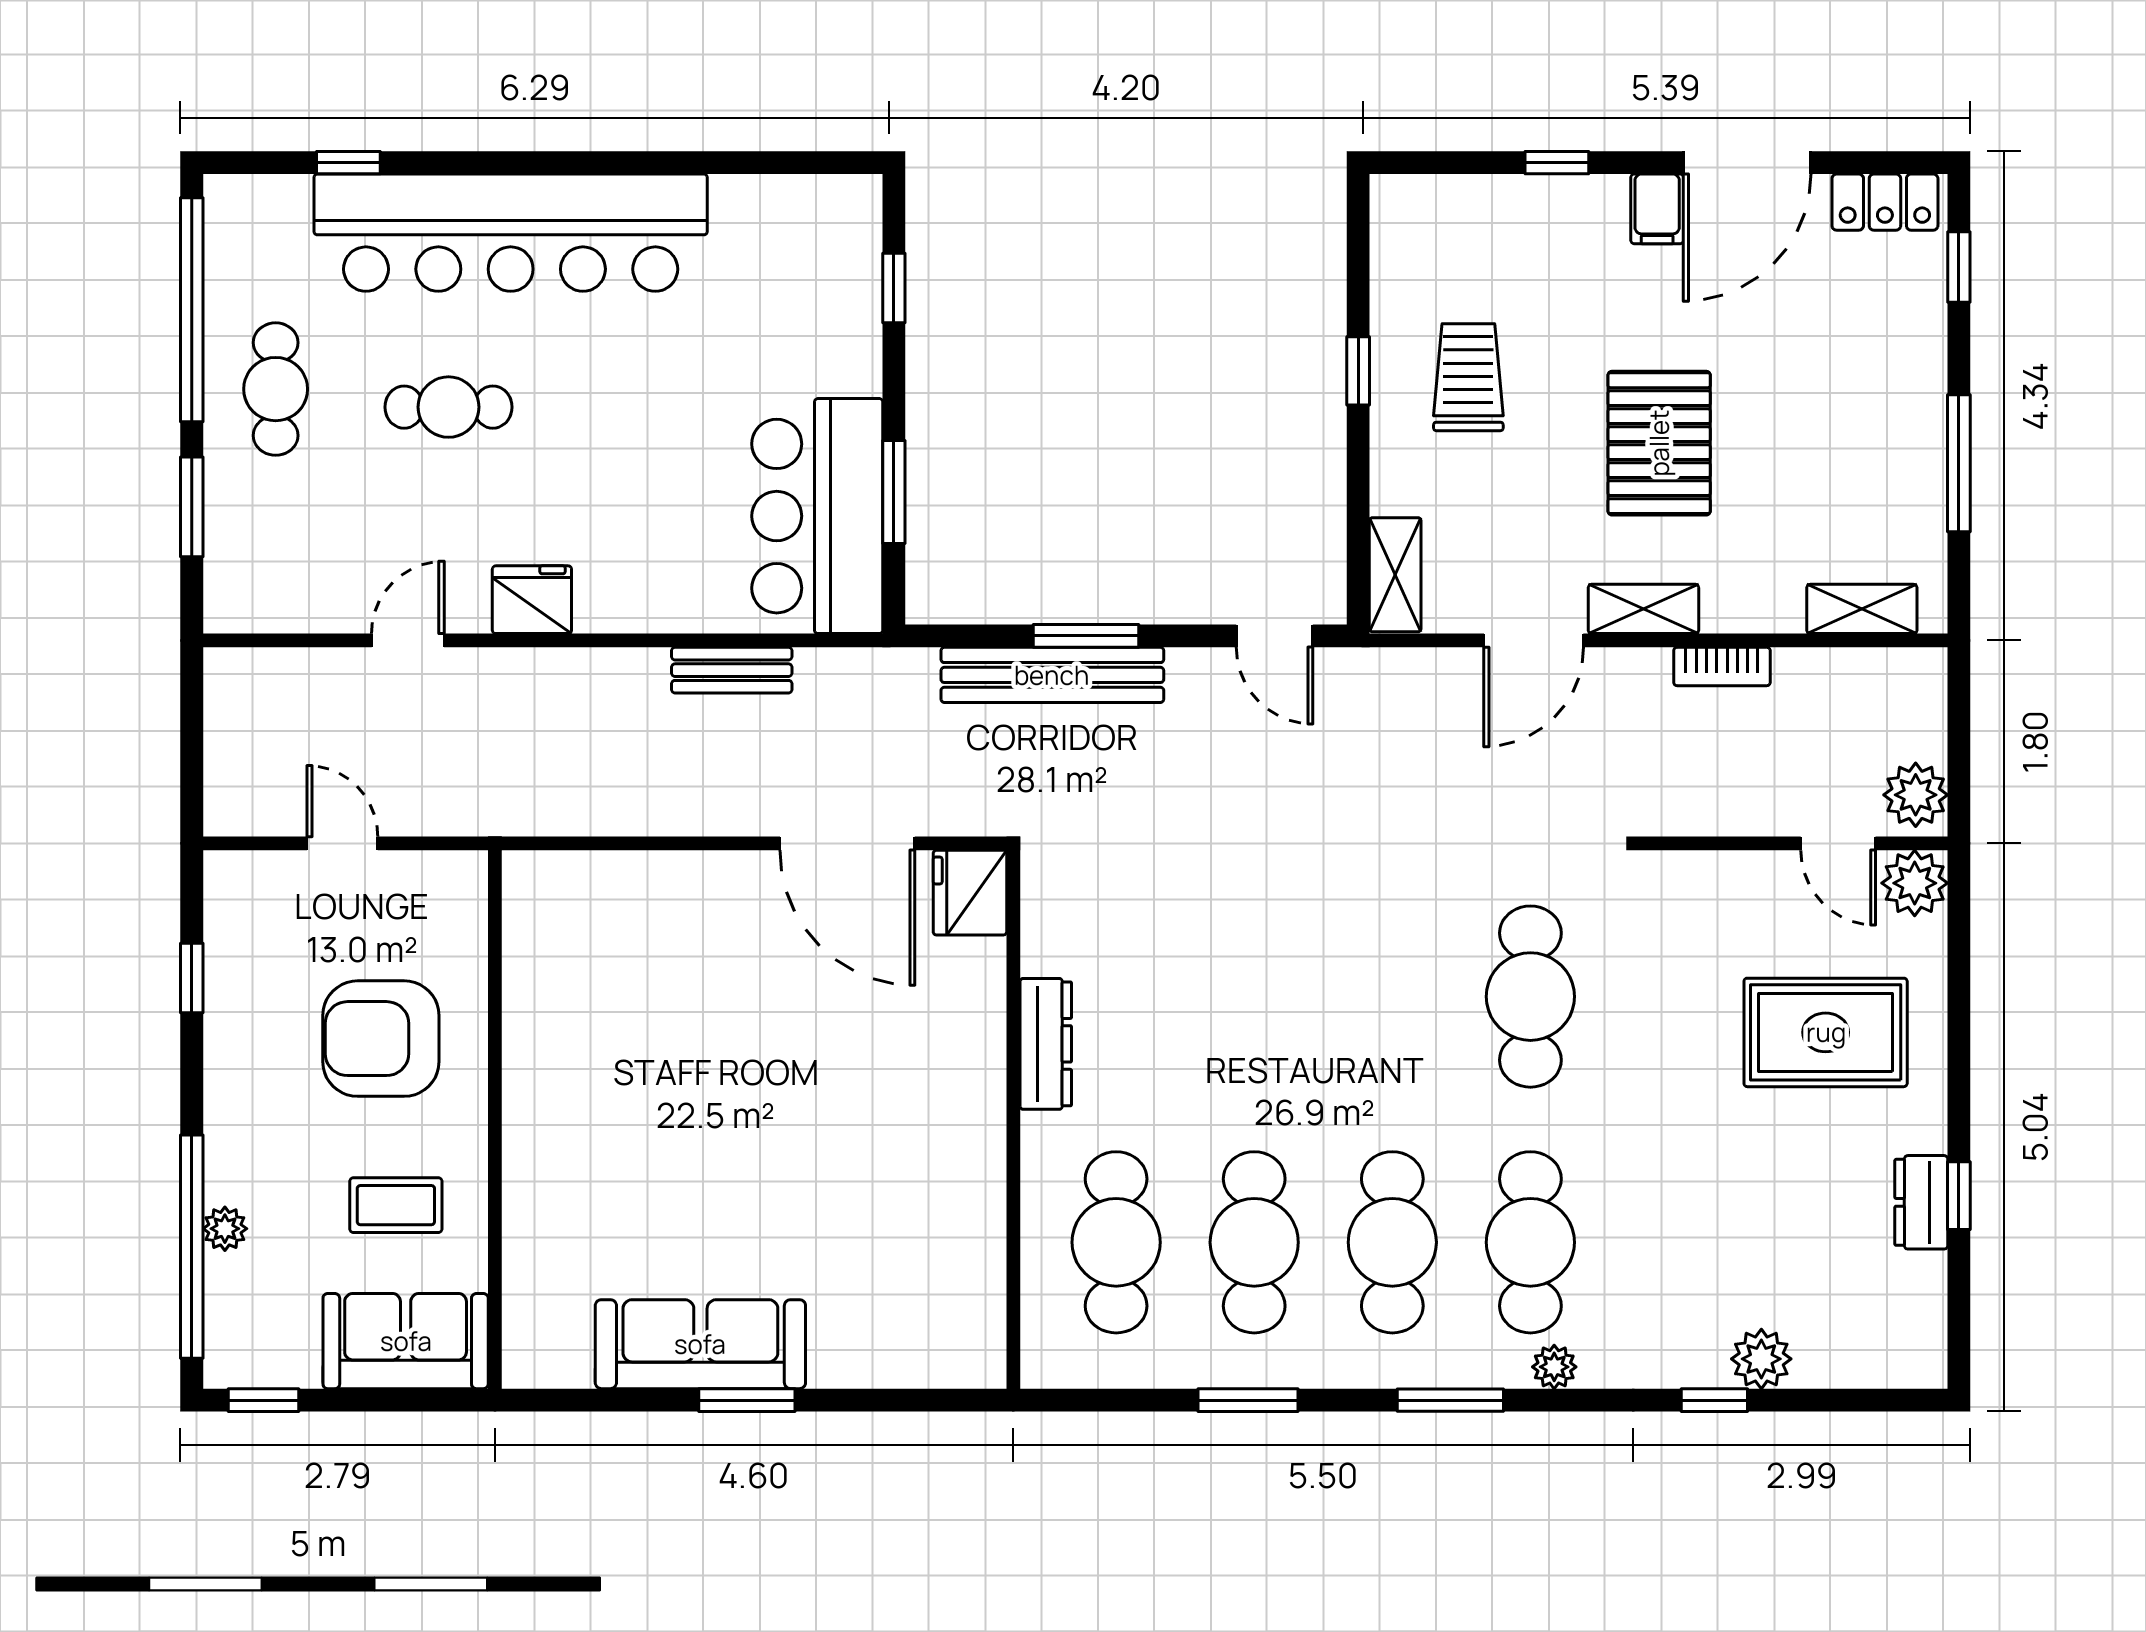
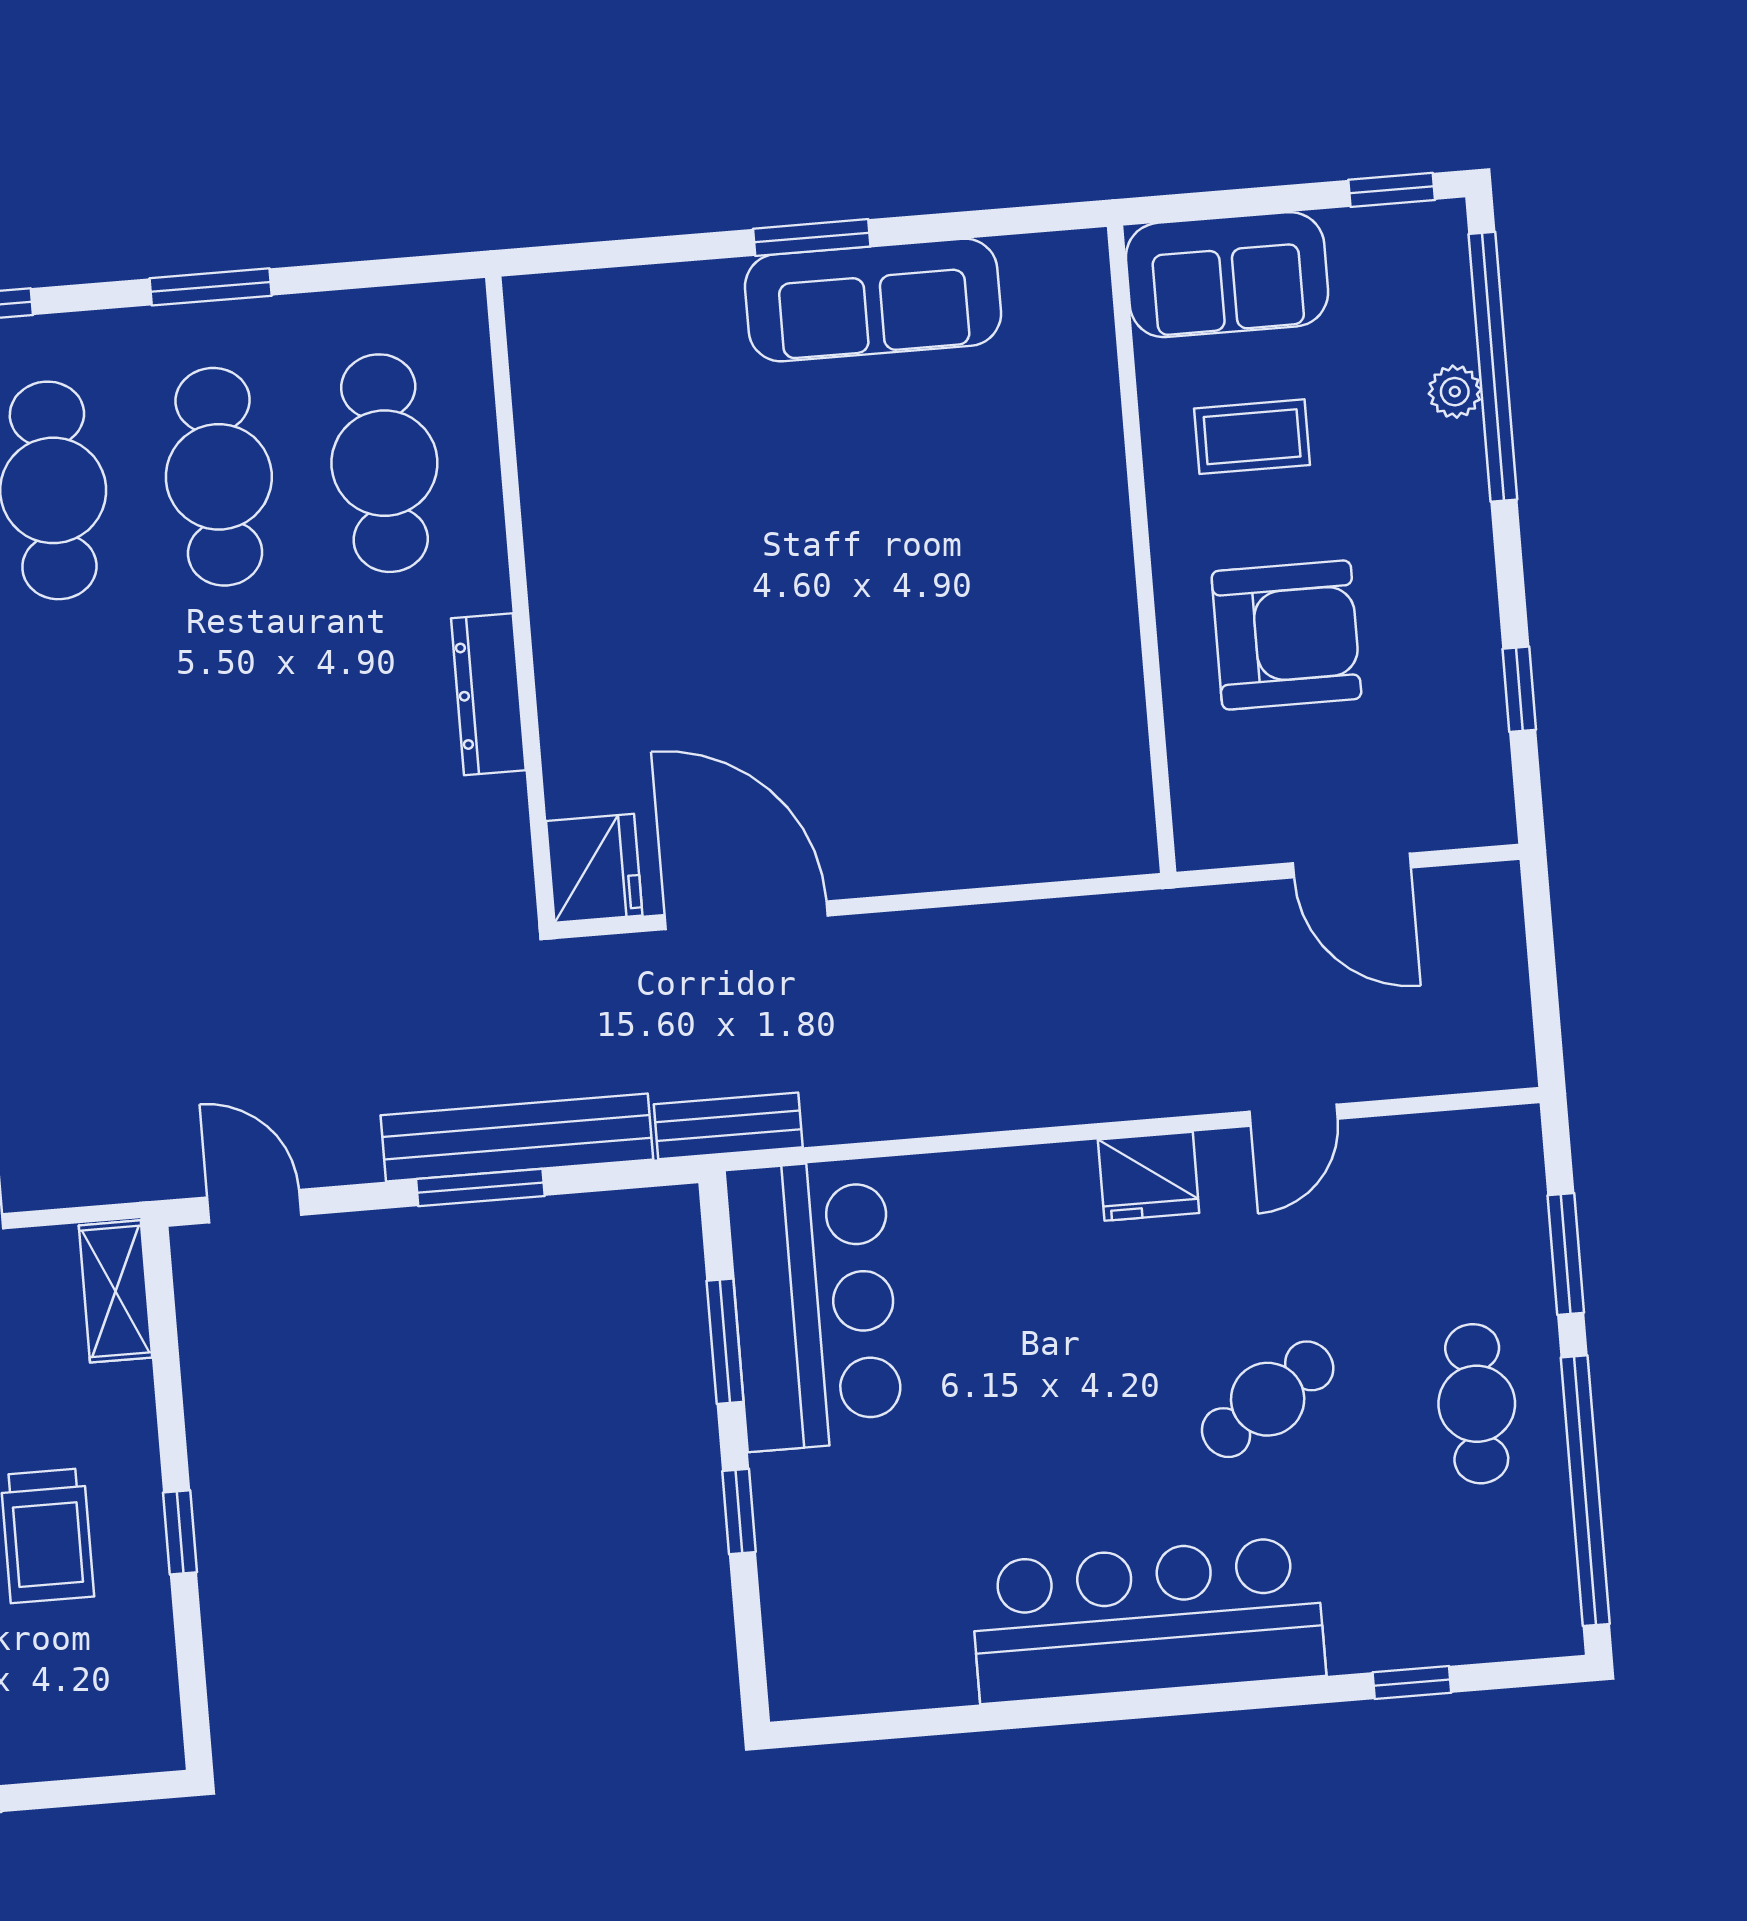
bar counter: (511, 233) -> (1148, 1620), width x0.73
window: (894, 288) -> (739, 1512), moved
cafe table: (449, 407) -> (1268, 1399), turned -34
bench: (732, 670) -> (728, 1126), moved
door: (342, 843) -> (1352, 865), width x1.37

